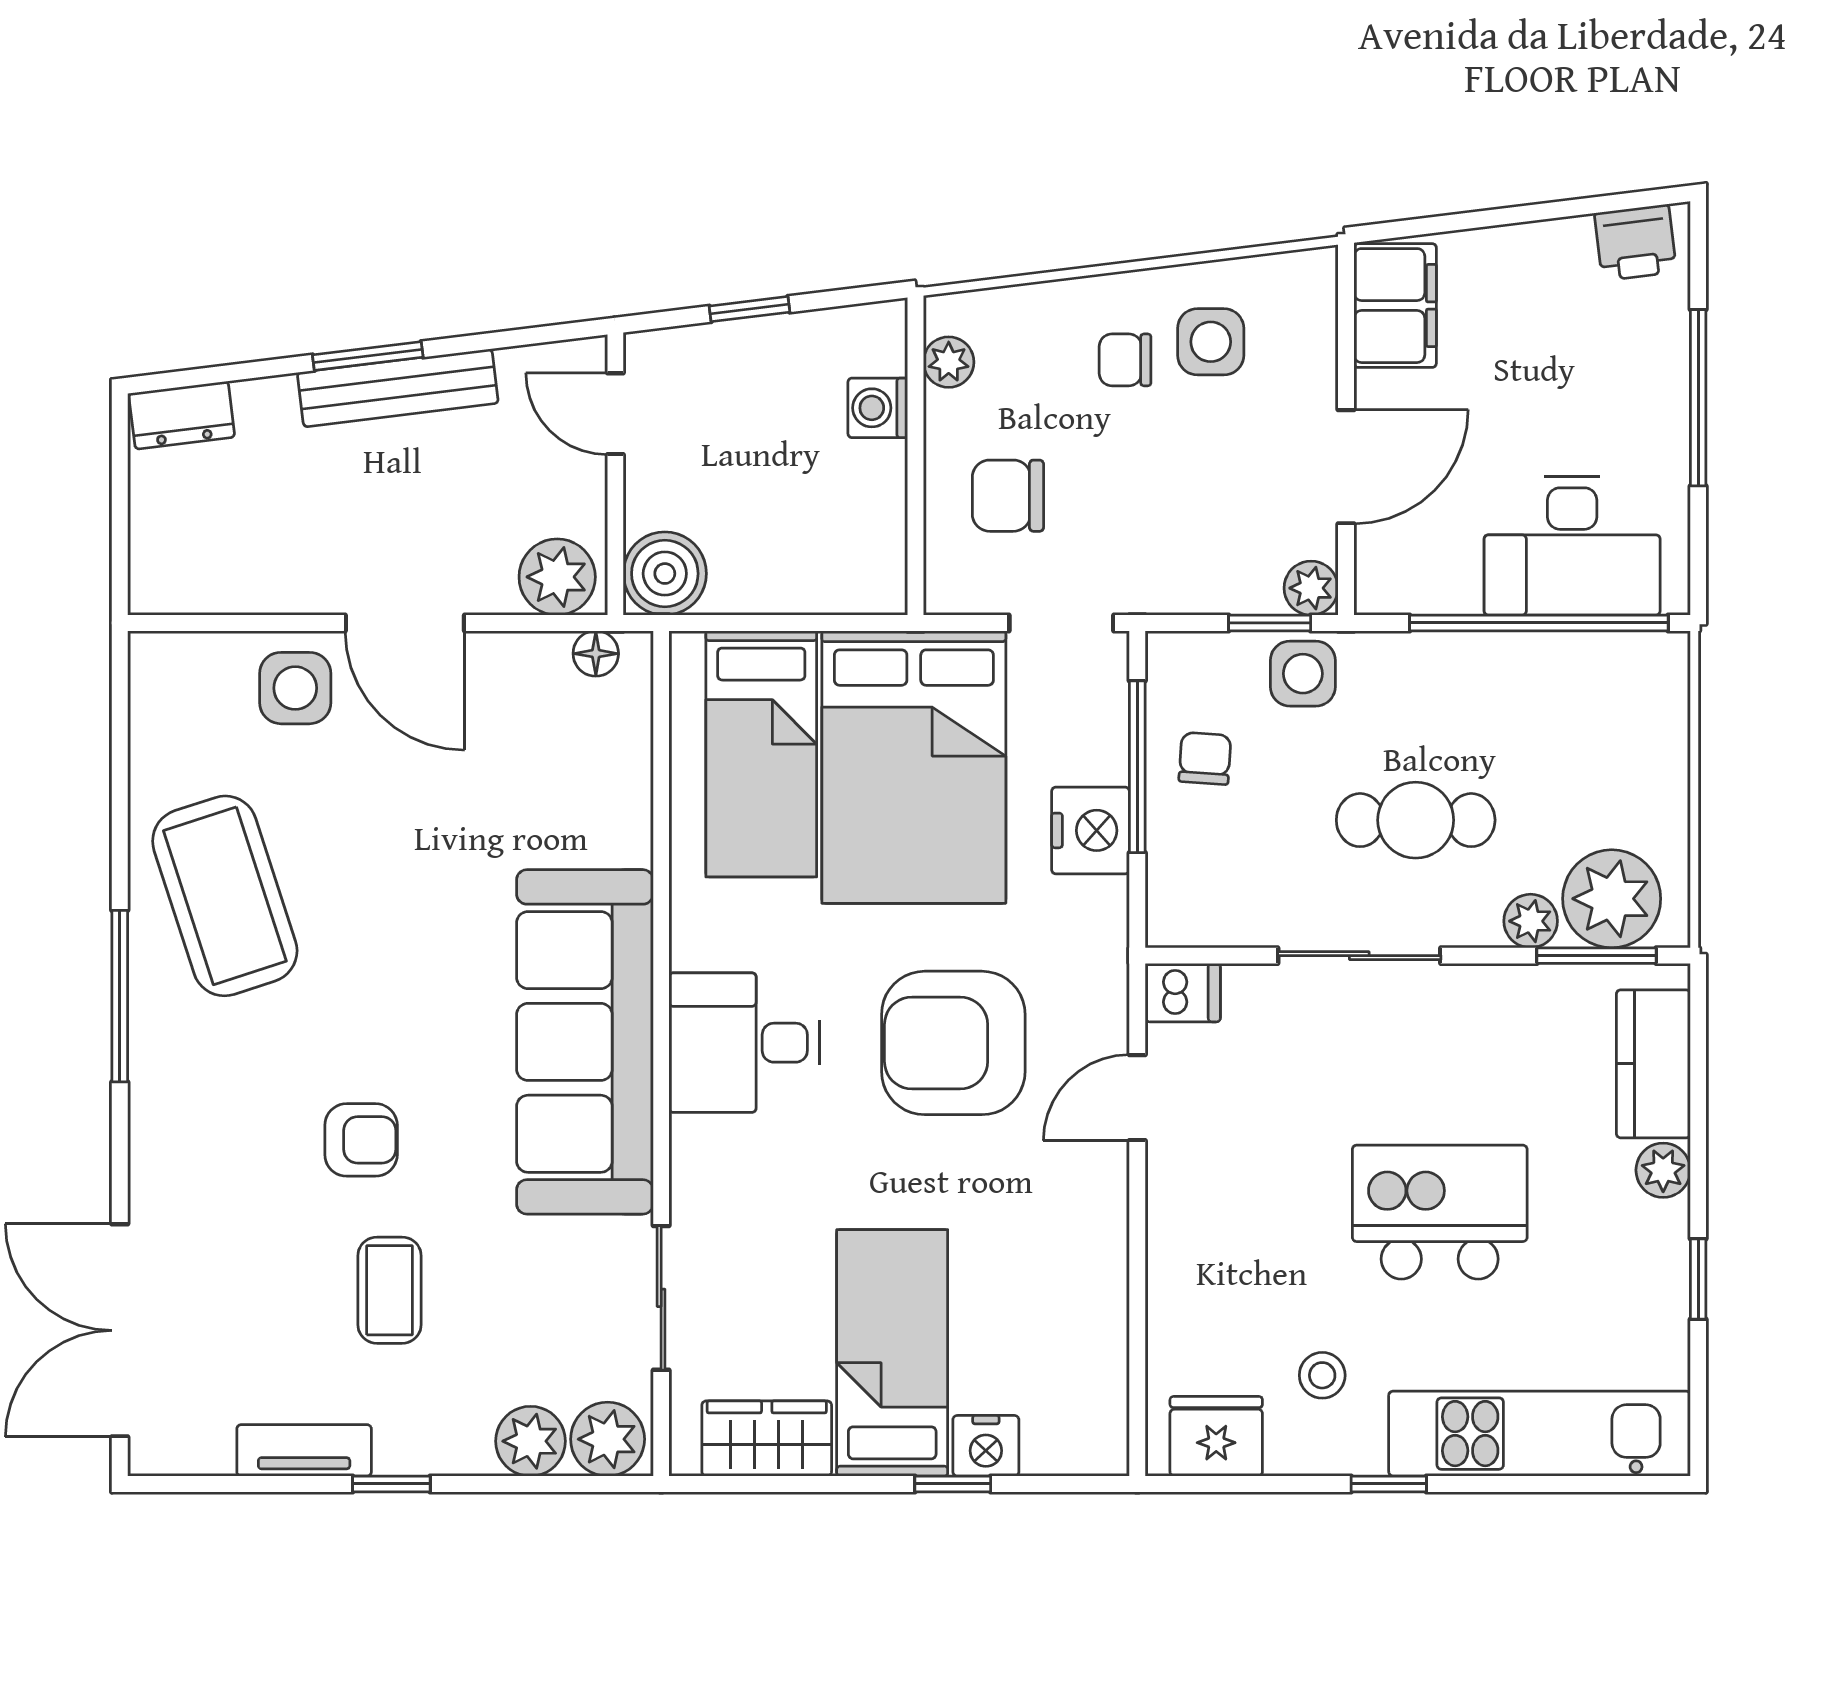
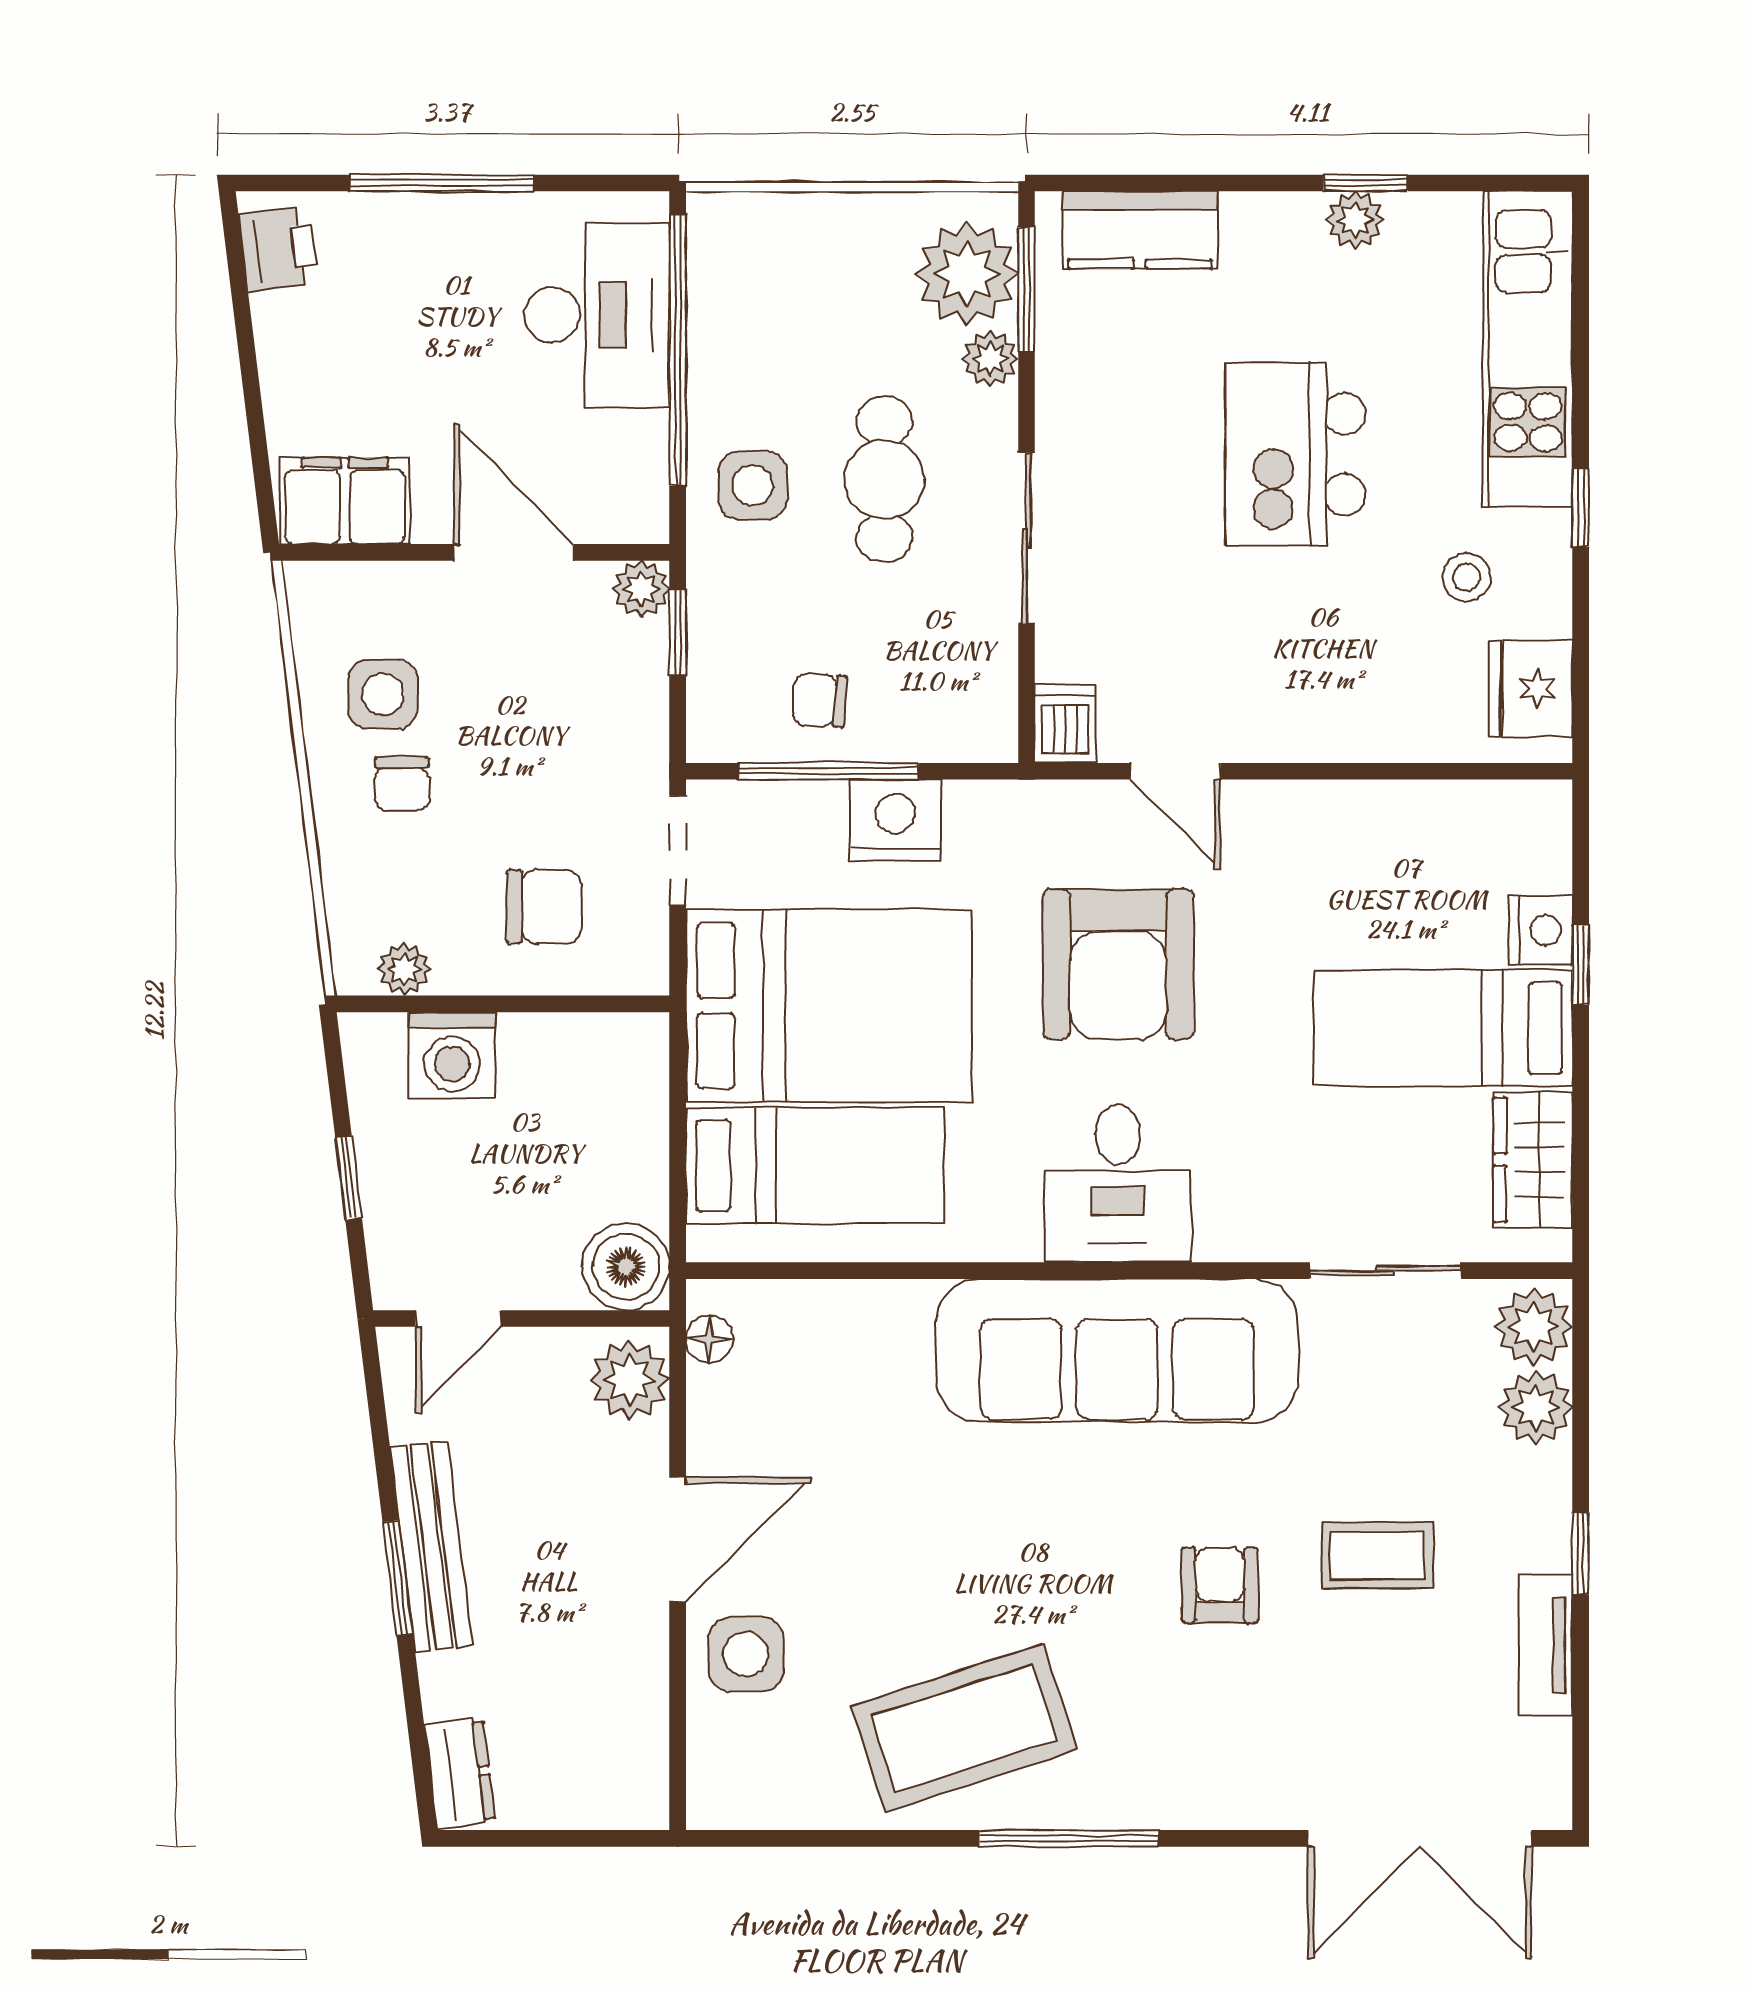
washing machine: (878, 408) -> (452, 1055), width x1.38, depth x1.38
chair: (1008, 496) -> (544, 907), turned -90
side table: (1303, 674) -> (753, 485), moved
plant: (1663, 1170) -> (1355, 220), moved

